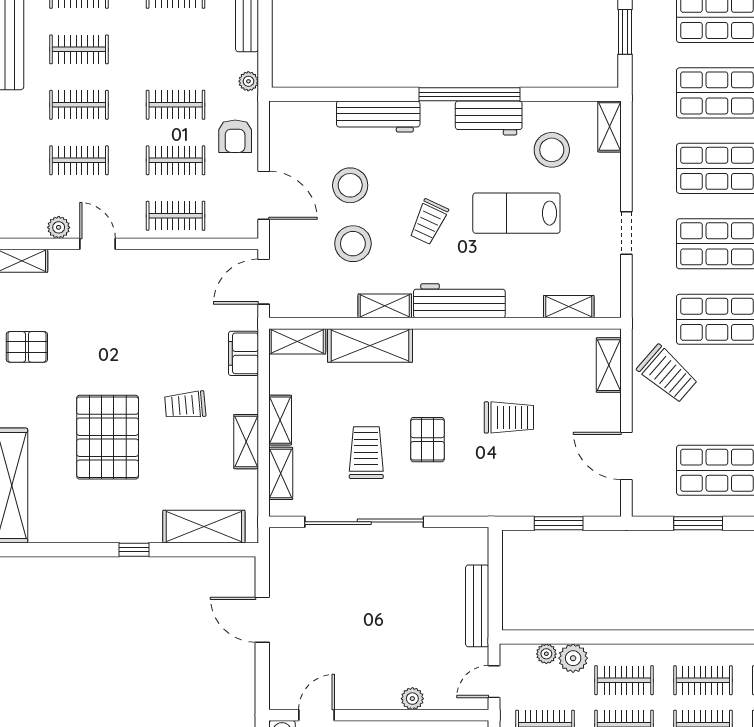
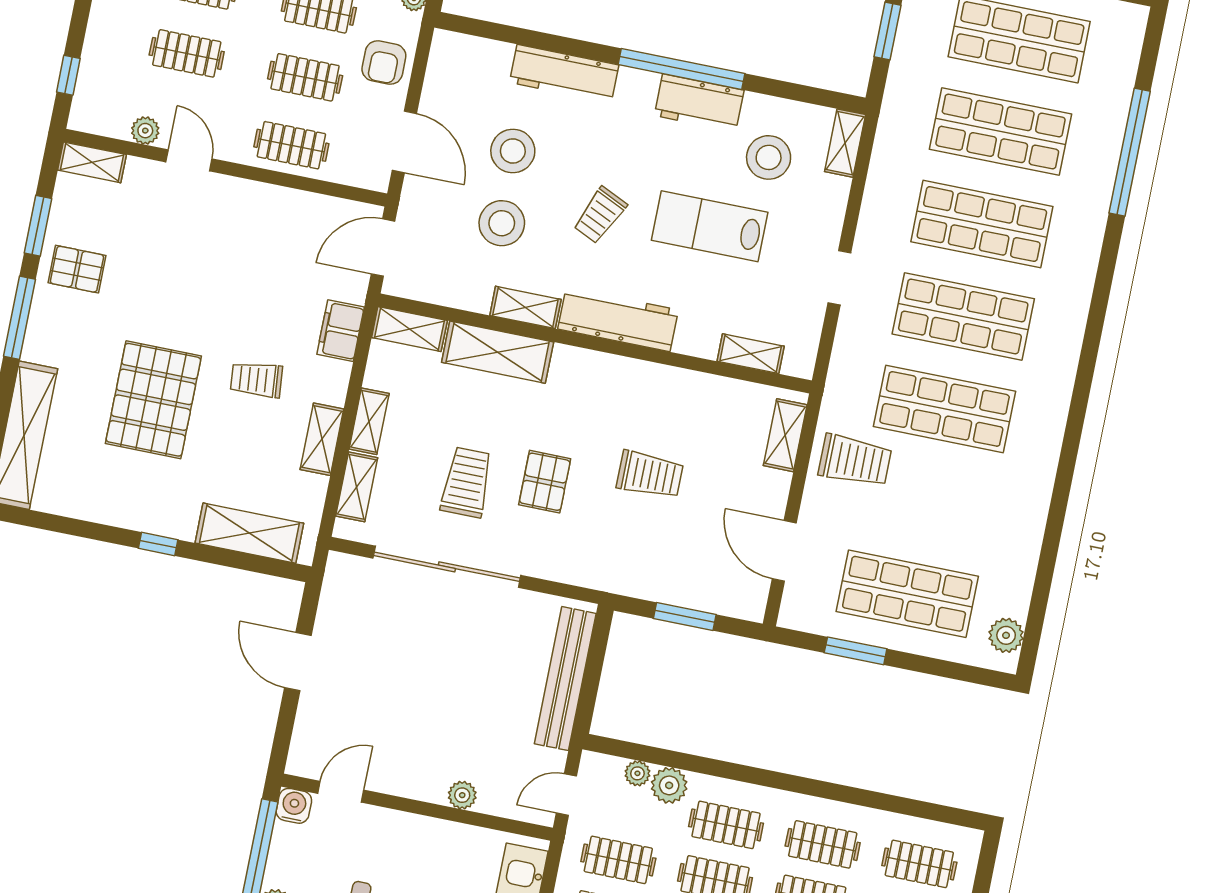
trolley: (668, 374) -> (855, 461), turned -41
bench: (477, 606) -> (565, 679), width x1.37, depth x1.21

